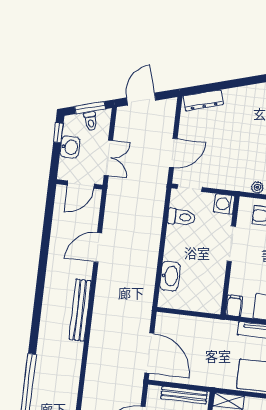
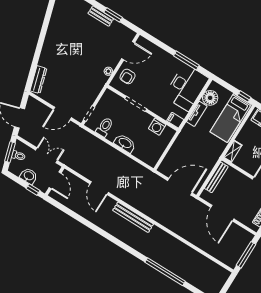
window: (58, 133) -> (33, 189), moved
door: (173, 153) -> (62, 114), swing flipped
washing machine: (224, 204) -> (157, 127), moved
washbasin: (170, 276) -> (125, 143), moved

